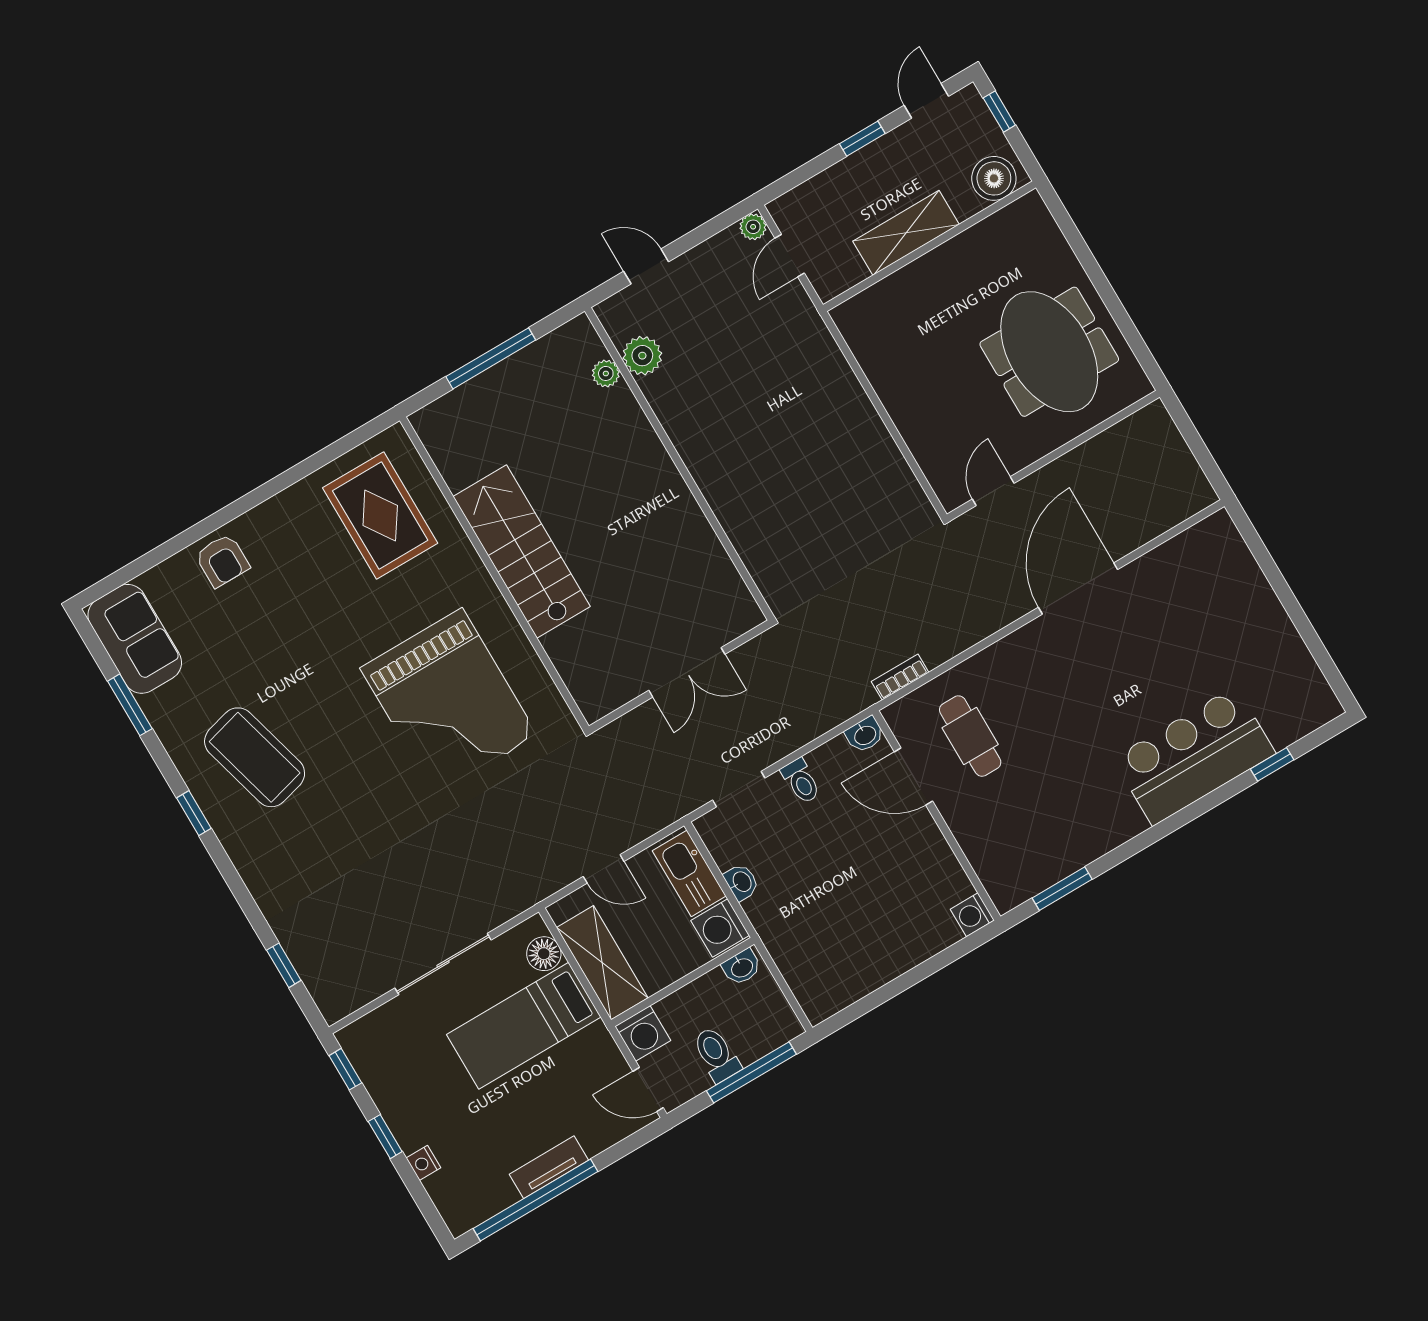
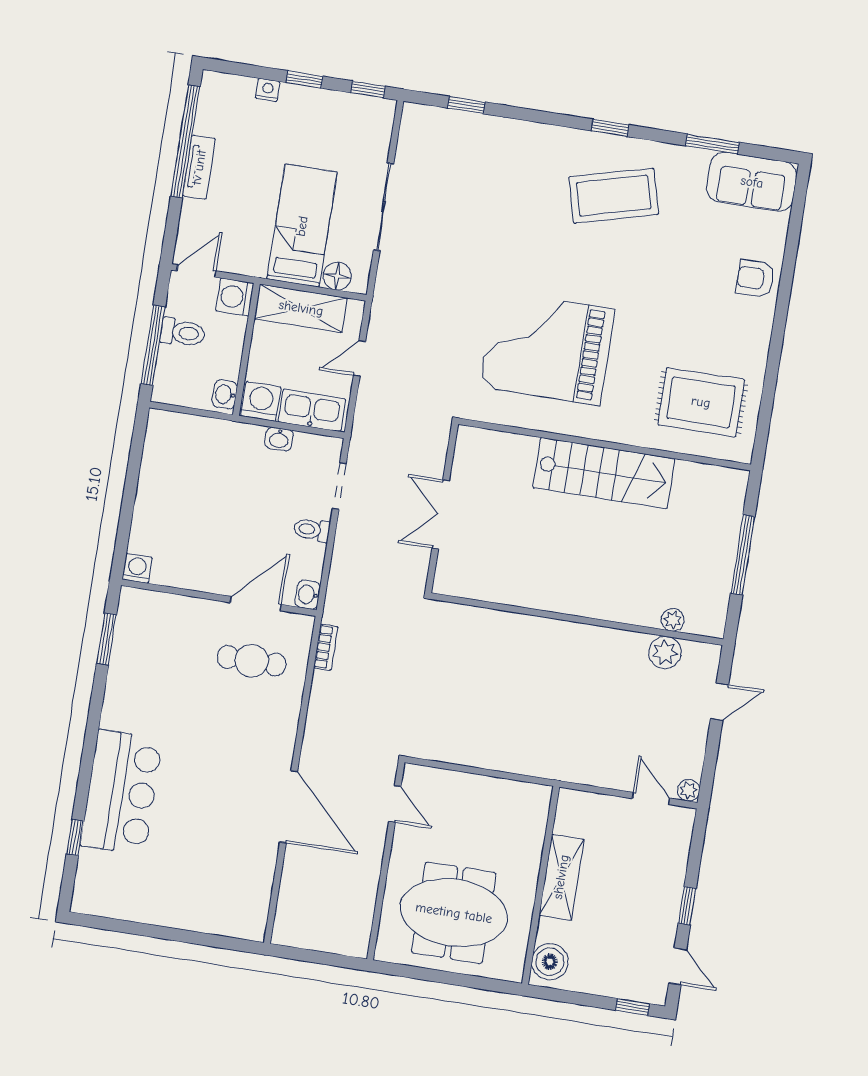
boiler: (994, 178) -> (550, 962), moved
shelving: (906, 233) -> (561, 877), moved
wall: (930, 246) -> (541, 885), moved

